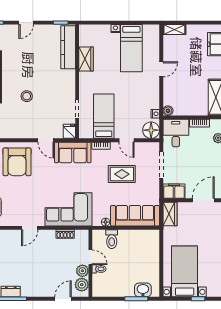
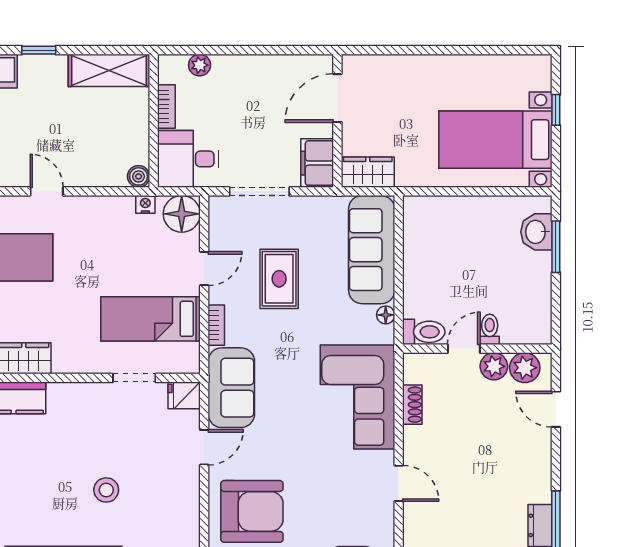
door: (203, 200) -> (337, 98), hinge flipped
toilet: (112, 239) -> (424, 332), moved

